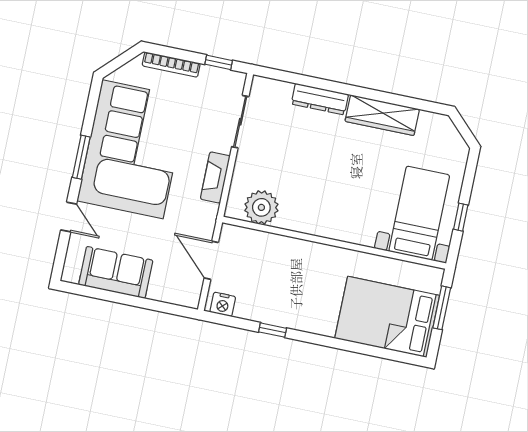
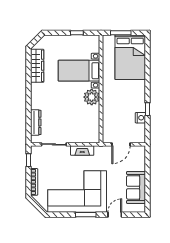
dresser: (320, 99) -> (36, 122), moved
wardrobe: (382, 115) -> (37, 66), moved
plant: (261, 207) -> (92, 97), moved
bed with nightstands: (419, 213) -> (79, 71), moved
nightstand: (223, 304) -> (140, 118), moved

